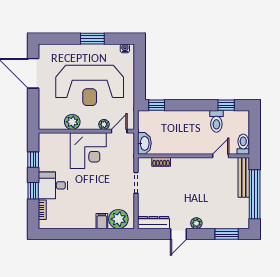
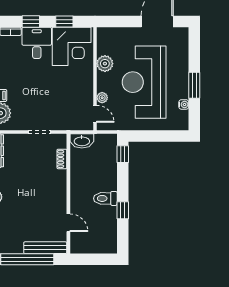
water cooler: (125, 48) -> (184, 104), moved
window: (226, 105) -> (123, 210), moved
toilet: (216, 121) -> (105, 198), moved
toilet: (243, 144) -> (81, 247), removed
corner desk: (88, 151) -> (72, 46), moved, turned -90

